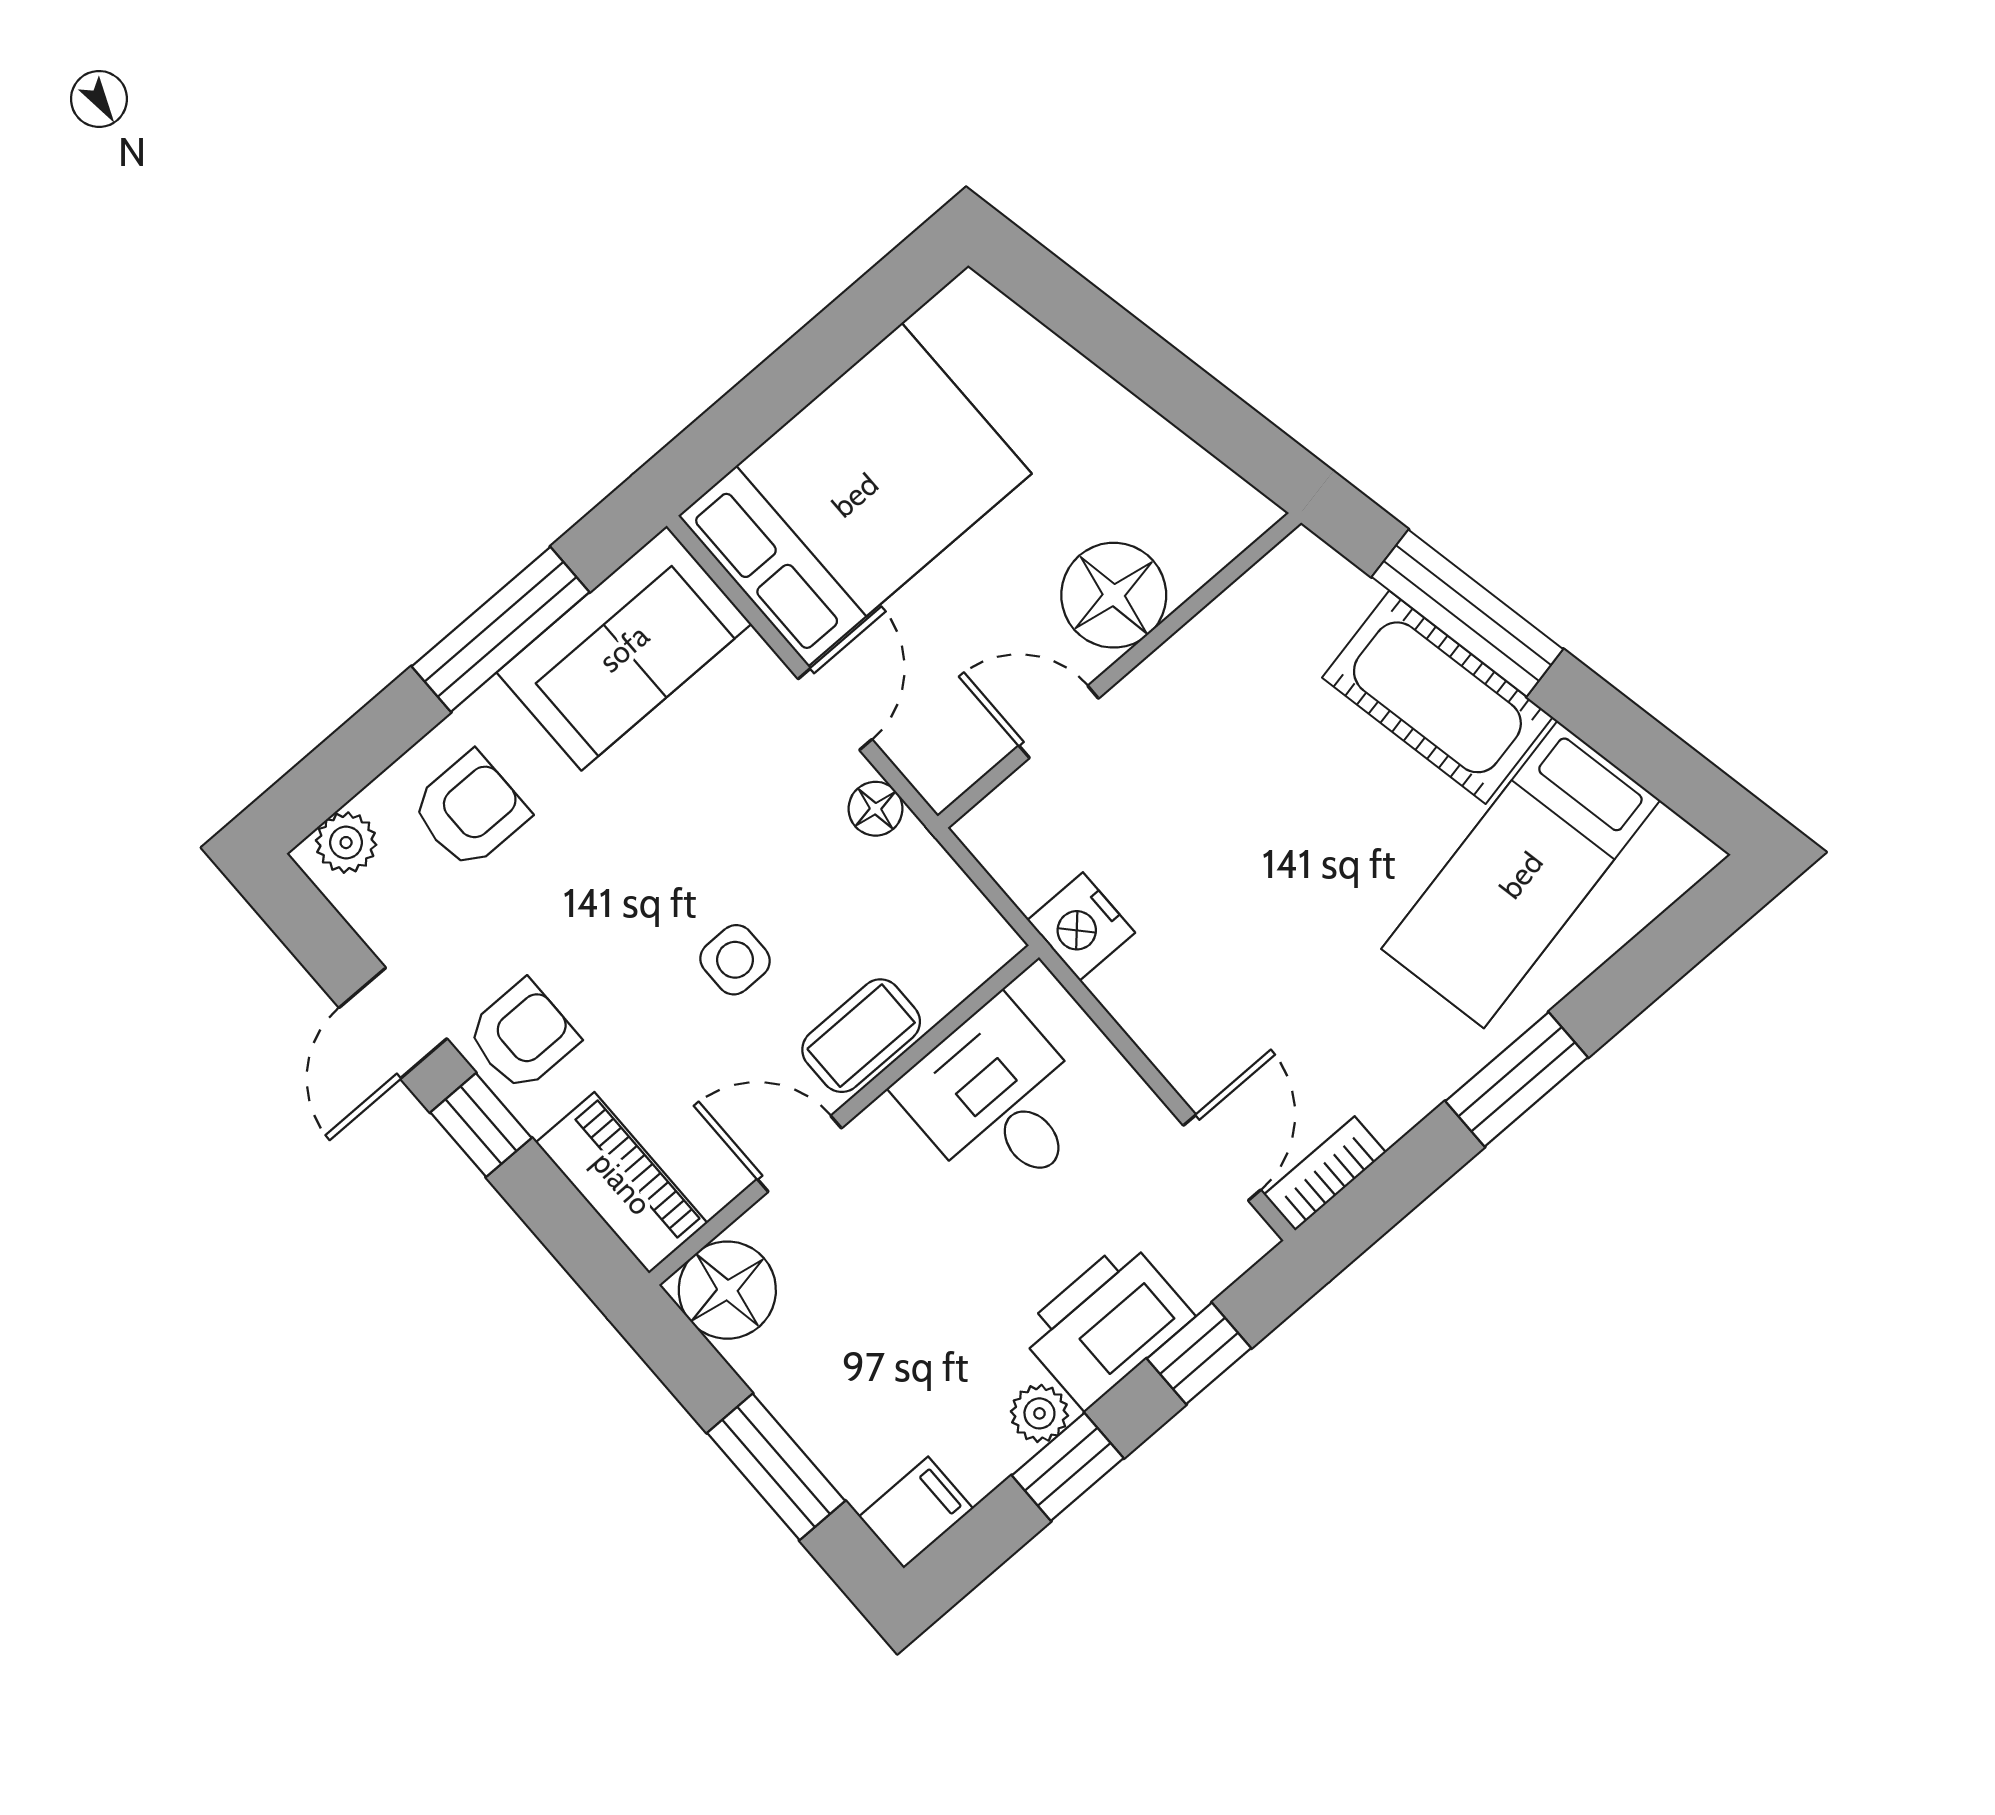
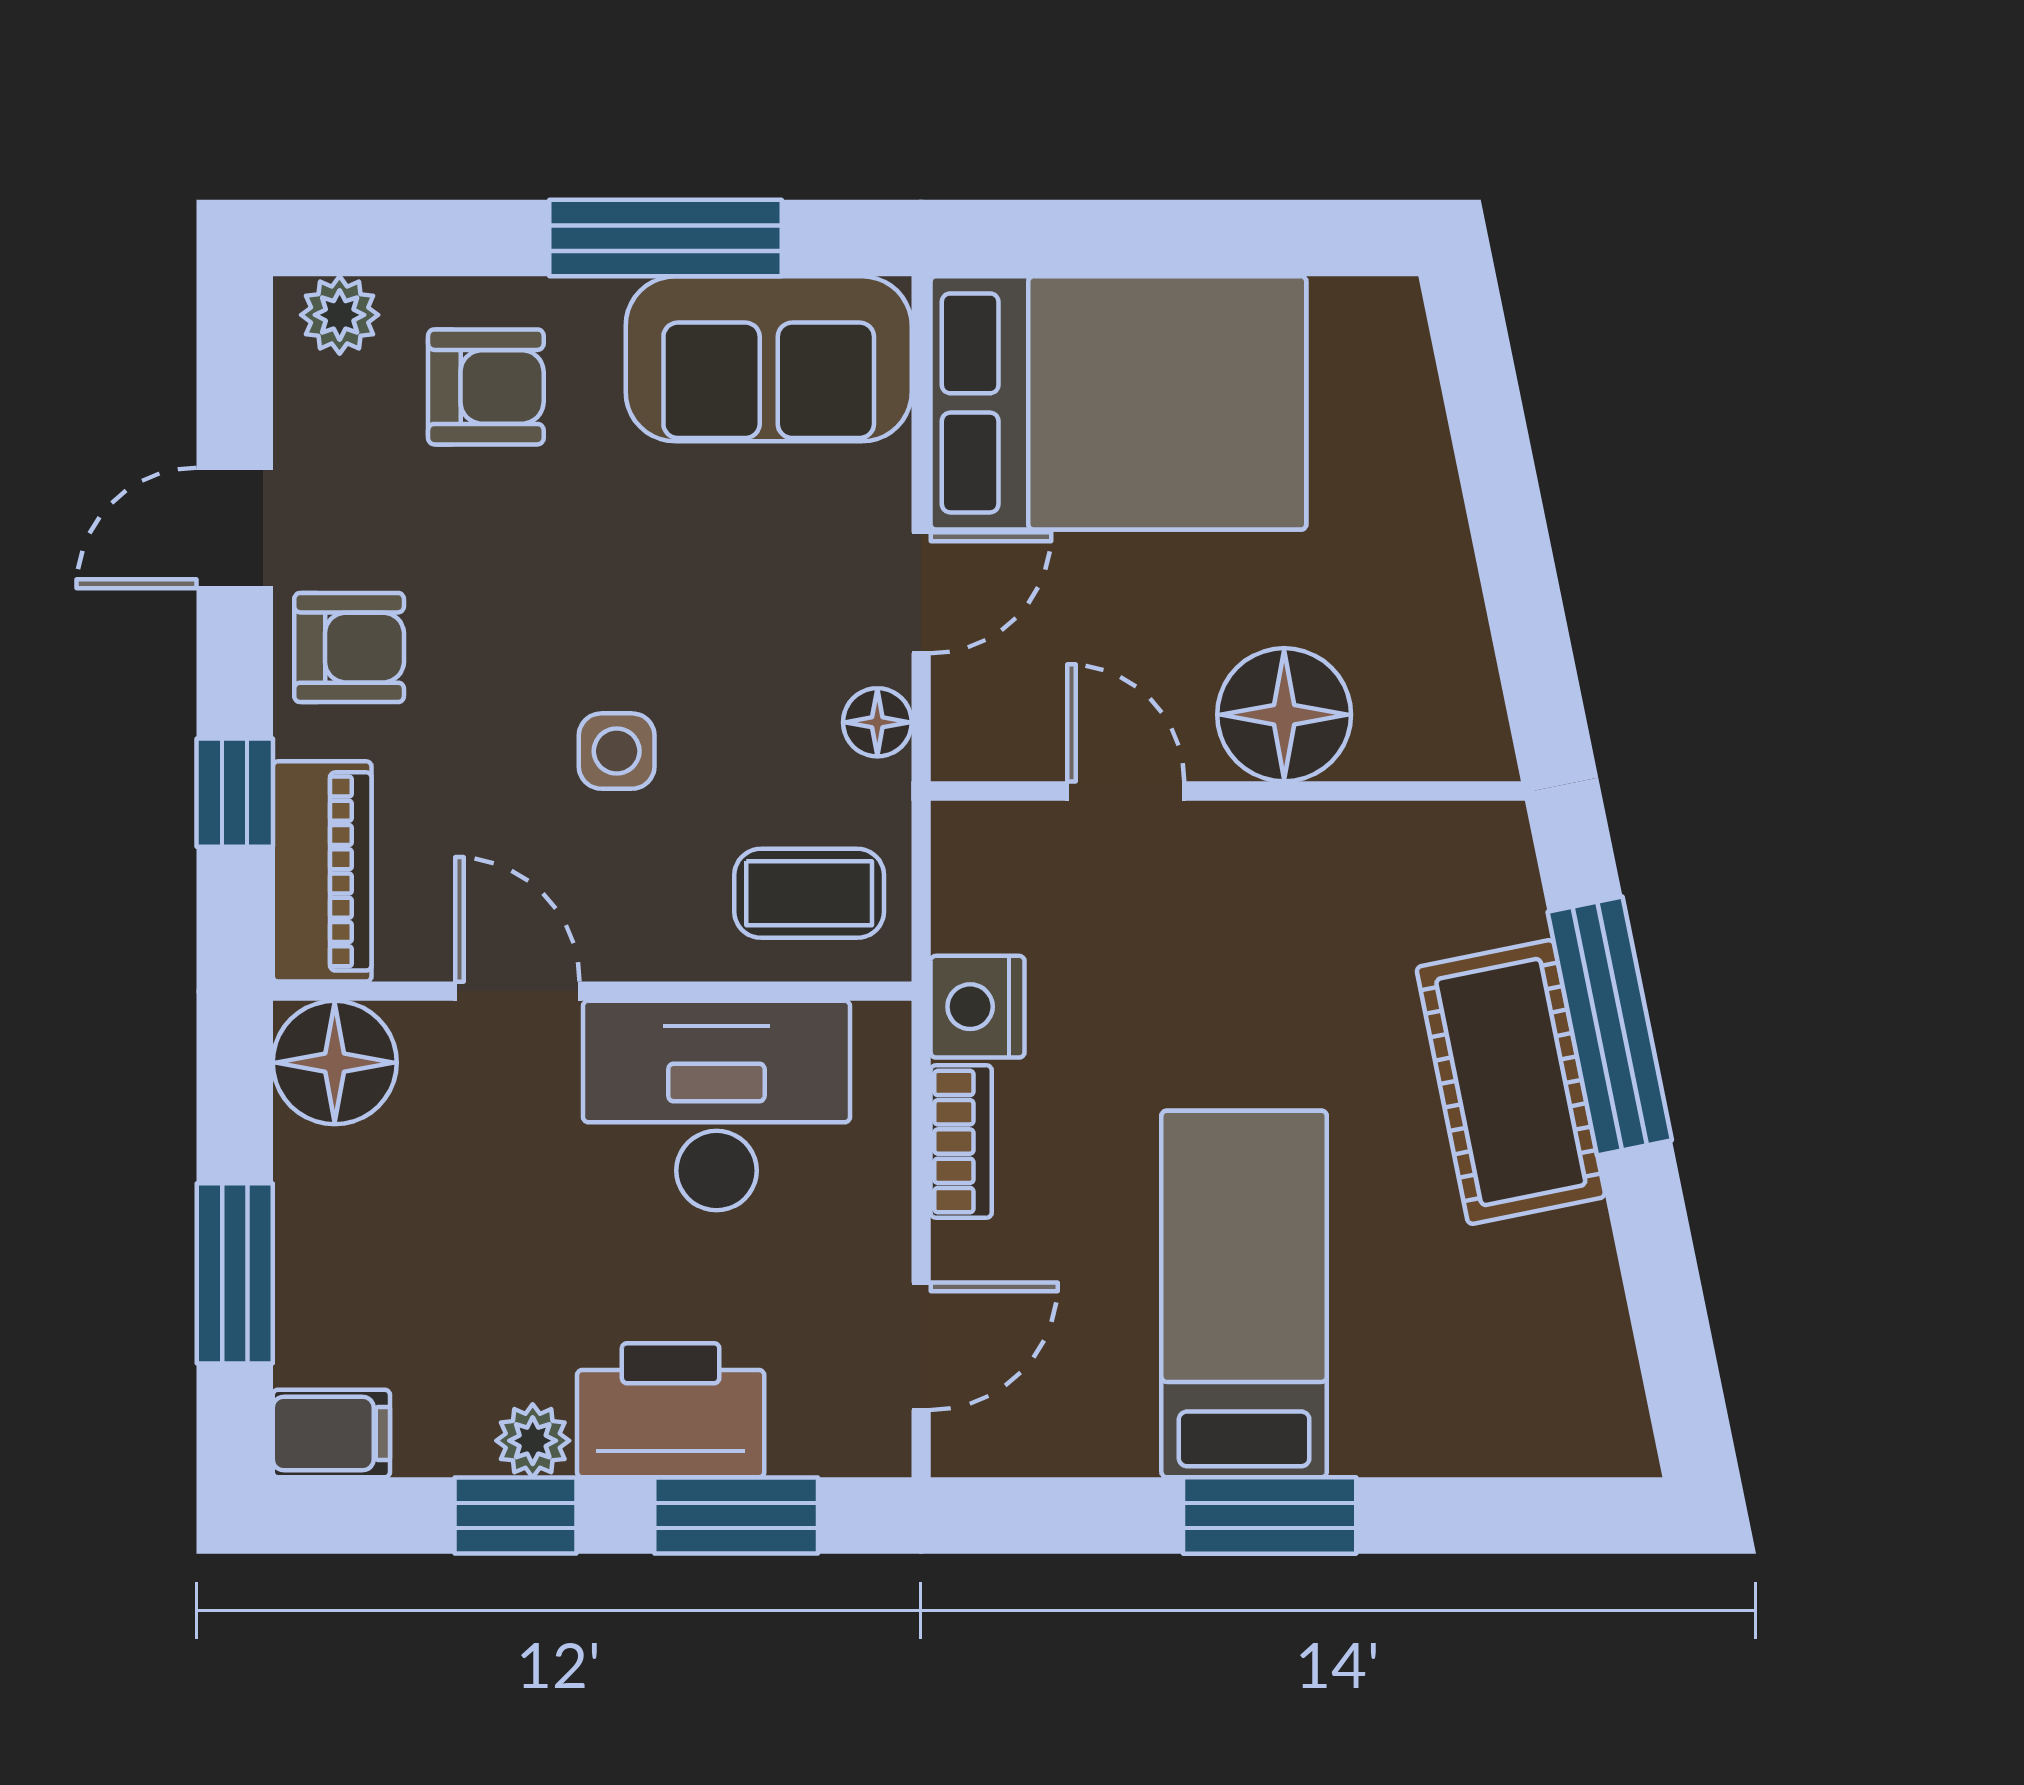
bed: (1521, 875) -> (1244, 1294), moved, turned 101
coffee table: (861, 1036) -> (809, 893), moved
desk: (998, 1101) -> (716, 1106), width x1.37
window: (481, 1125) -> (235, 793), moved
bookcase: (1325, 1173) -> (961, 1142), moved, turned 90
window: (1199, 1353) -> (736, 1516), width x1.50

